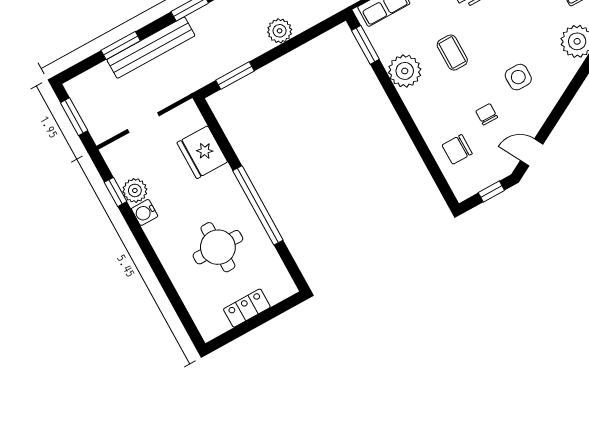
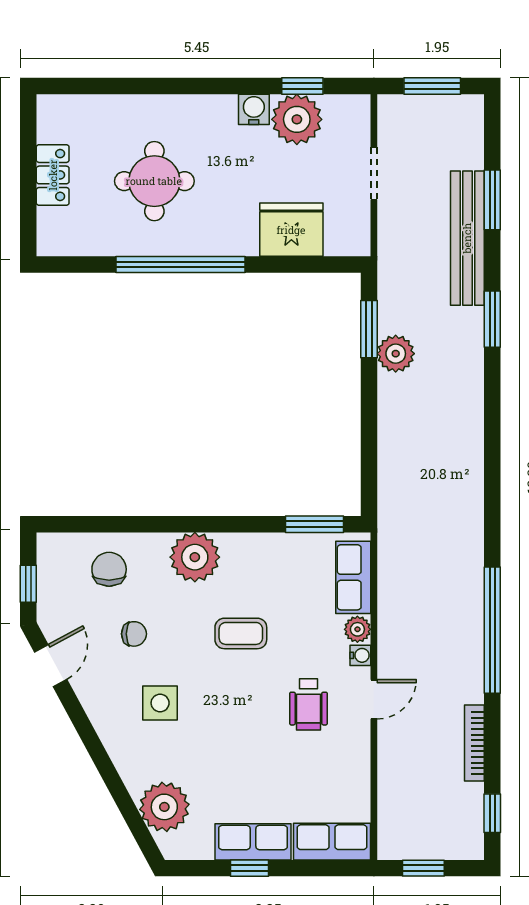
plant: (280, 31) -> (396, 354), moved
plant: (405, 71) -> (195, 557), moved
plant: (135, 190) -> (297, 119), width x1.36, depth x1.36

